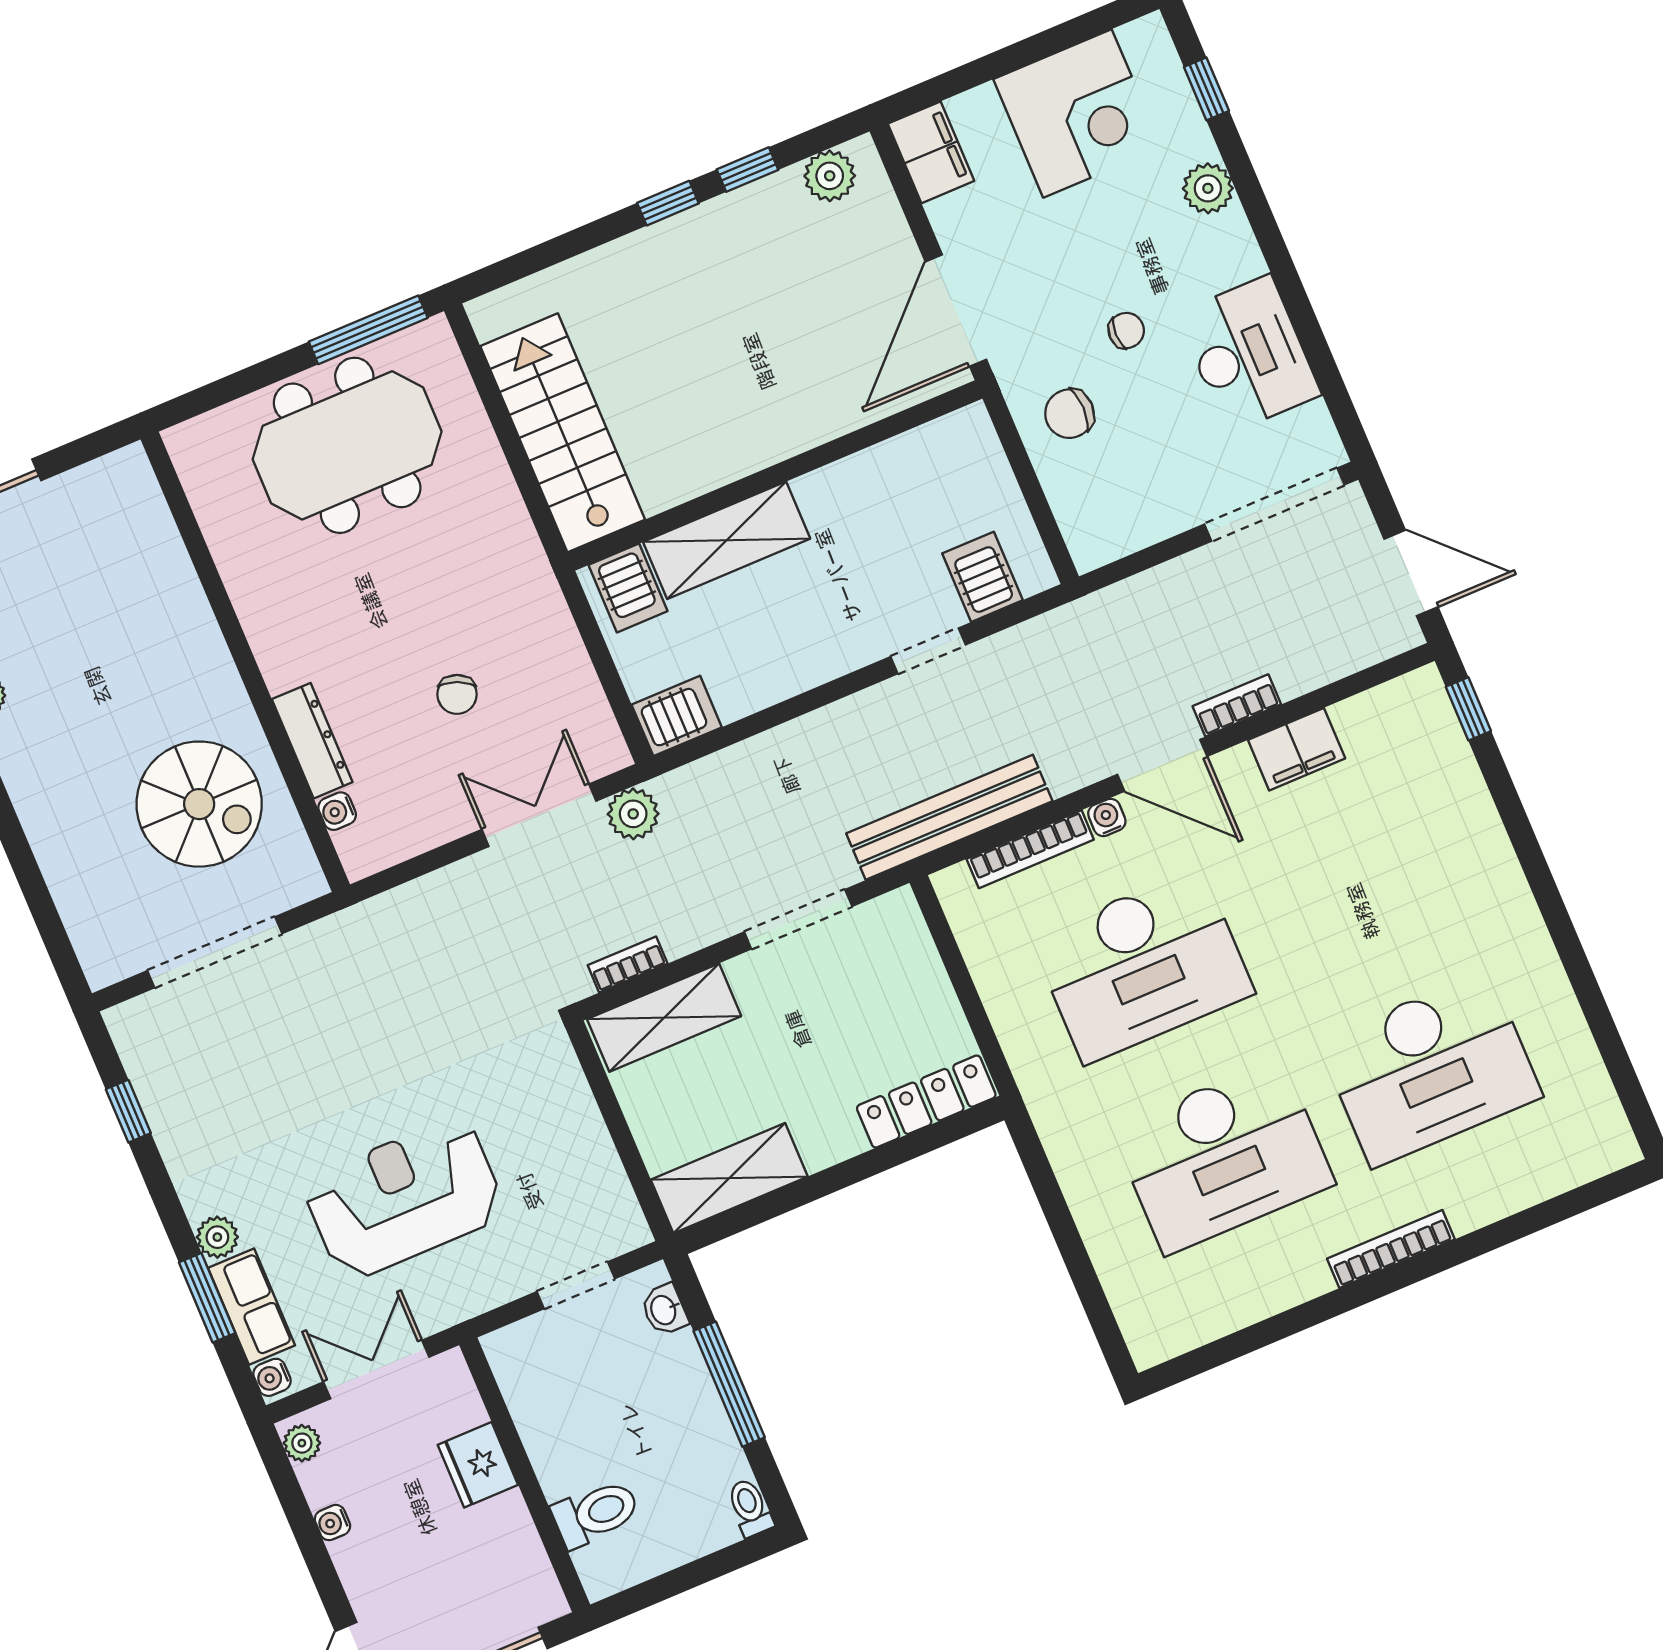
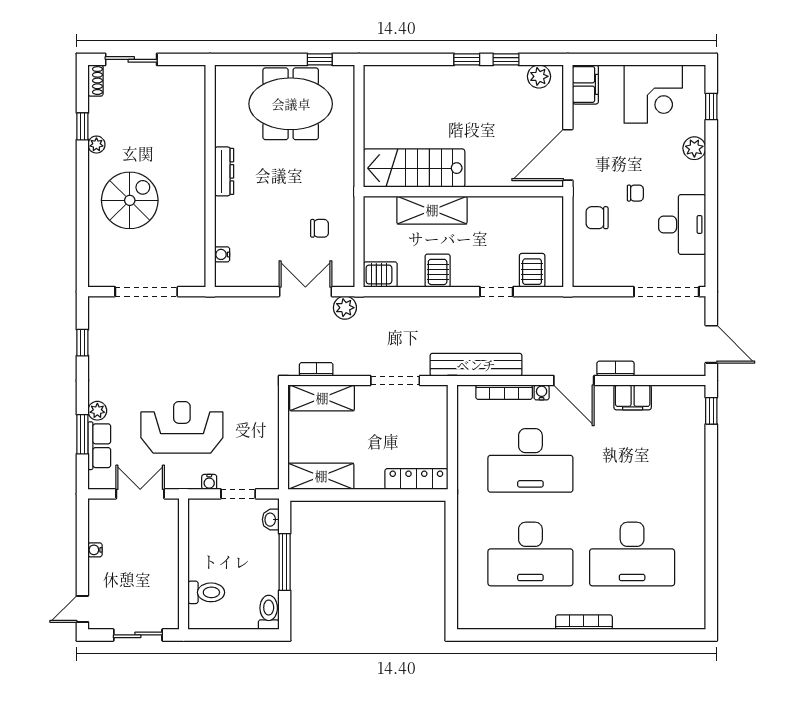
window: (368, 330) -> (320, 59), width x0.46
stairs: (563, 433) -> (414, 168), moved, turned -90
server rack: (628, 588) -> (438, 271), moved, turned 180
chair: (457, 694) -> (320, 228), moved, turned -113
dresser: (312, 741) -> (224, 171), moved
spiral stairs: (199, 804) -> (130, 200), moved, turned -90
water cooler: (272, 1377) -> (209, 482), moved, turned -90
plant: (302, 1443) -> (96, 511), removed
fridge: (478, 1465) -> (166, 551), removed
toilet: (750, 1508) -> (269, 612), width x1.37, depth x1.39

